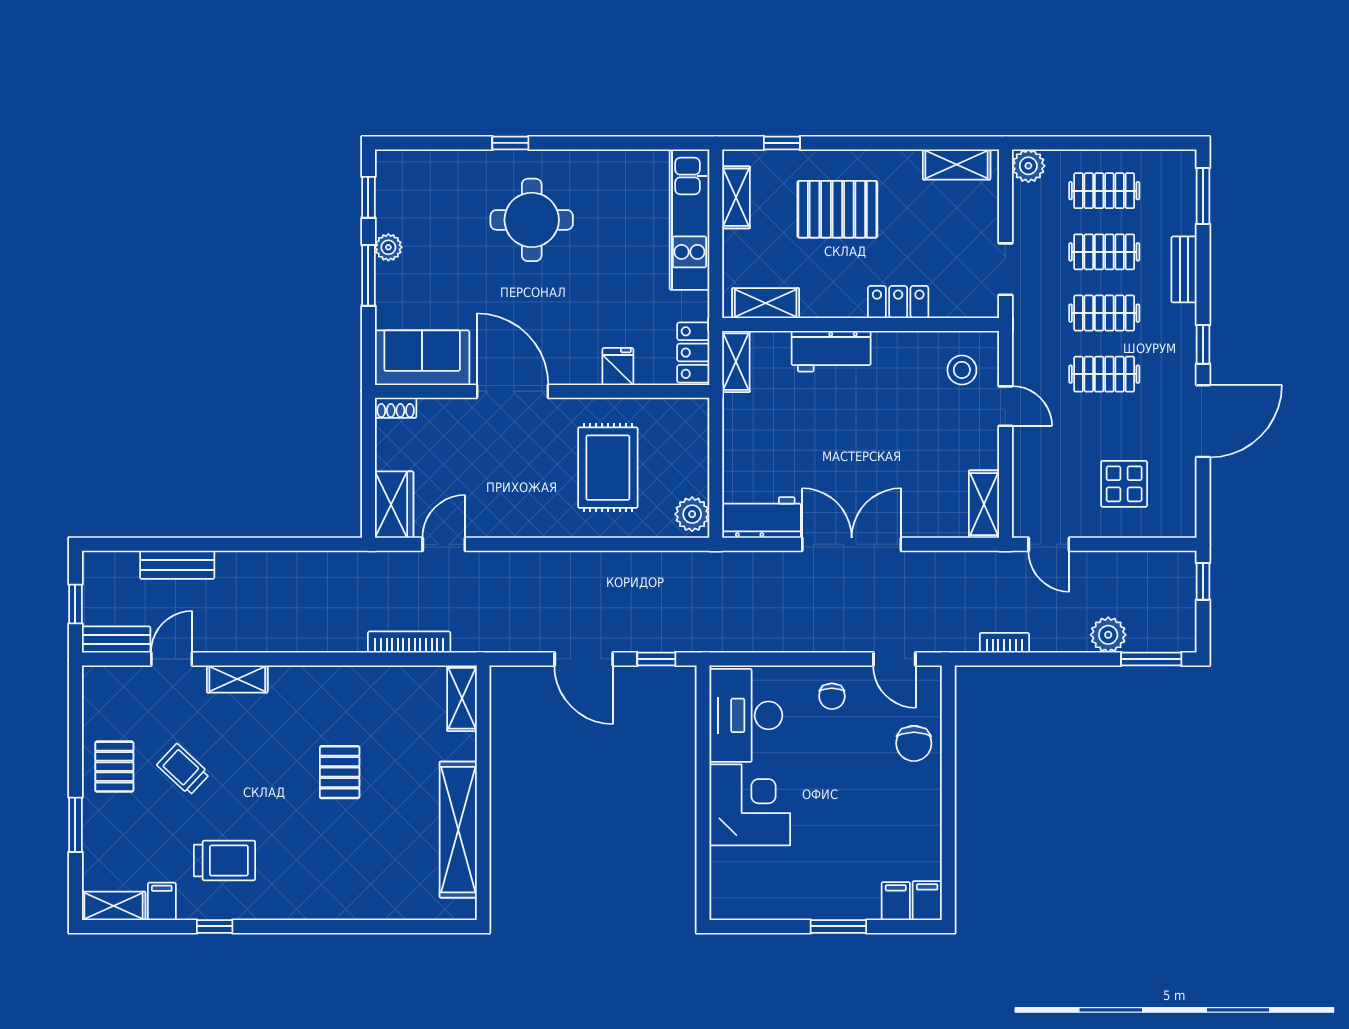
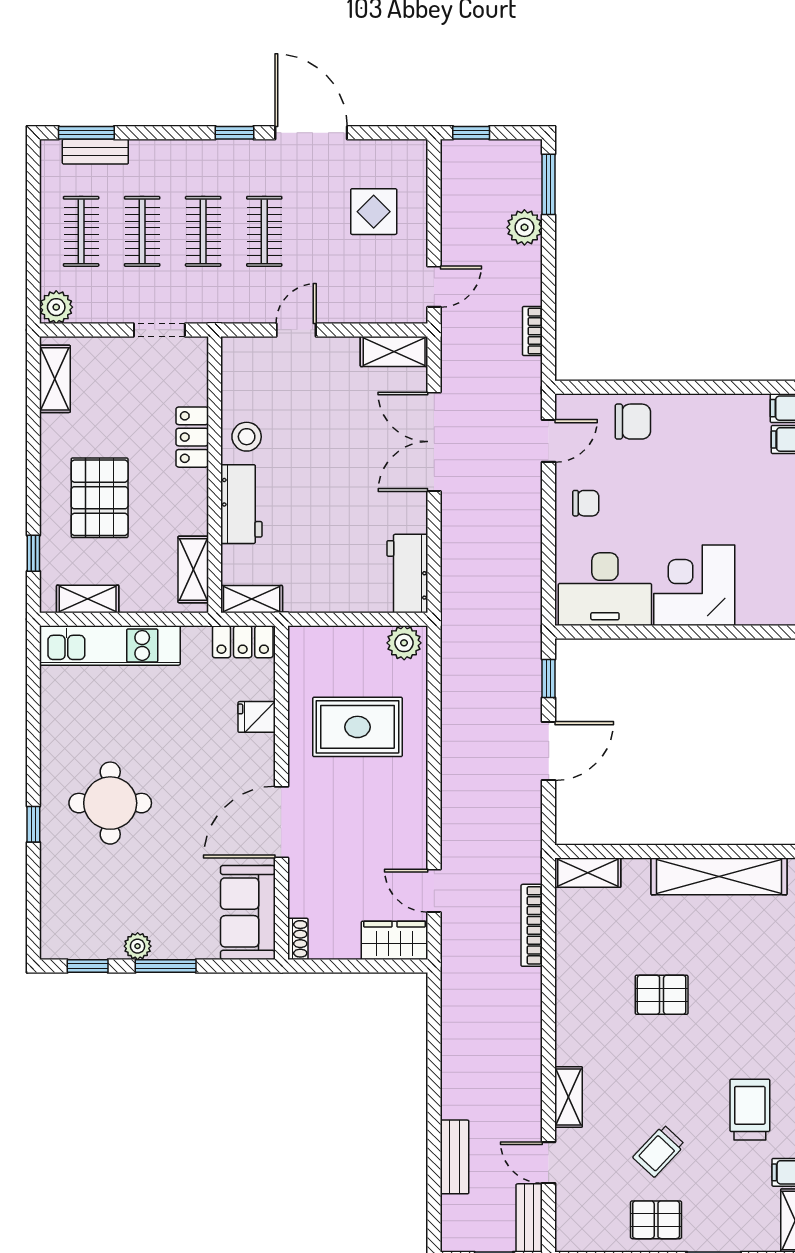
bench: (1184, 269) -> (95, 152), moved
stool: (962, 370) -> (247, 437), moved
double door: (852, 544) -> (434, 442), moved

